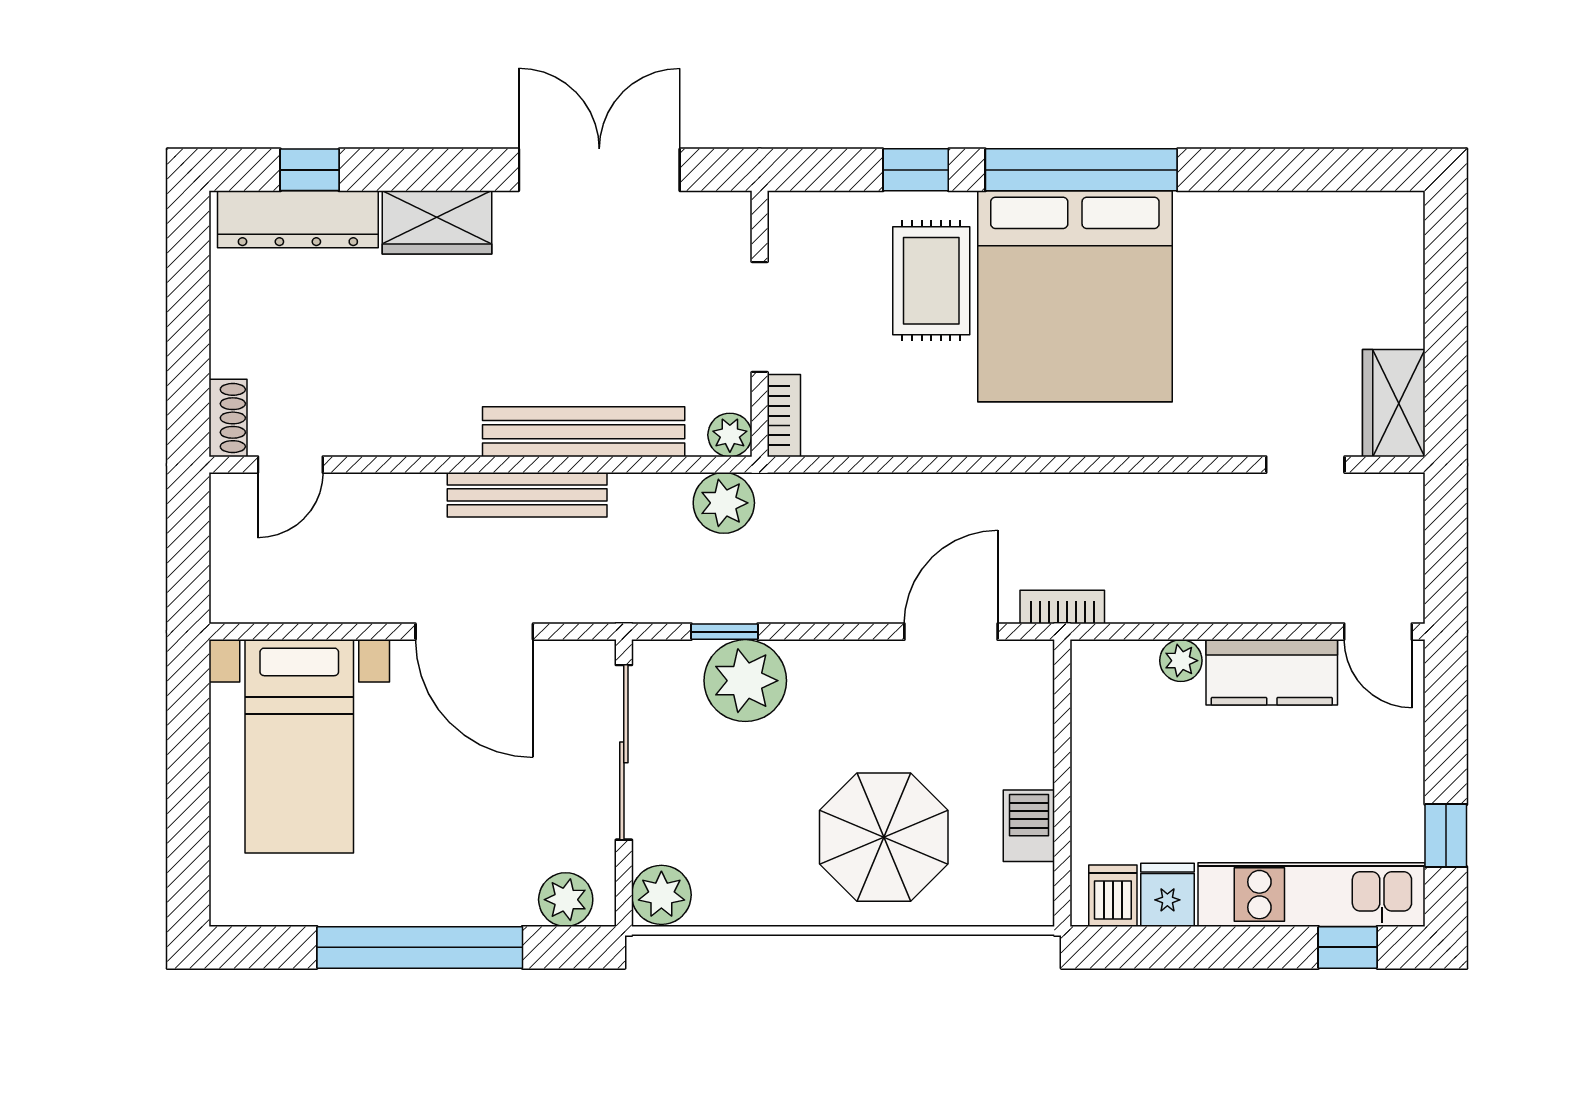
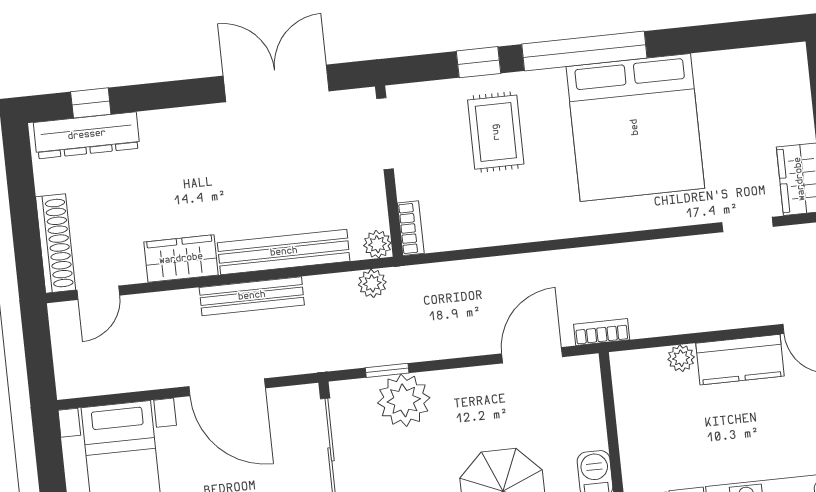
wardrobe: (437, 222) -> (181, 259), moved, turned 180
bed: (1075, 296) -> (635, 127), moved
doorway: (760, 317) -> (385, 134), moved
shoe rack: (228, 418) -> (56, 243), width x1.94, depth x1.24
plant: (724, 503) -> (372, 283), width x0.73, depth x0.73

